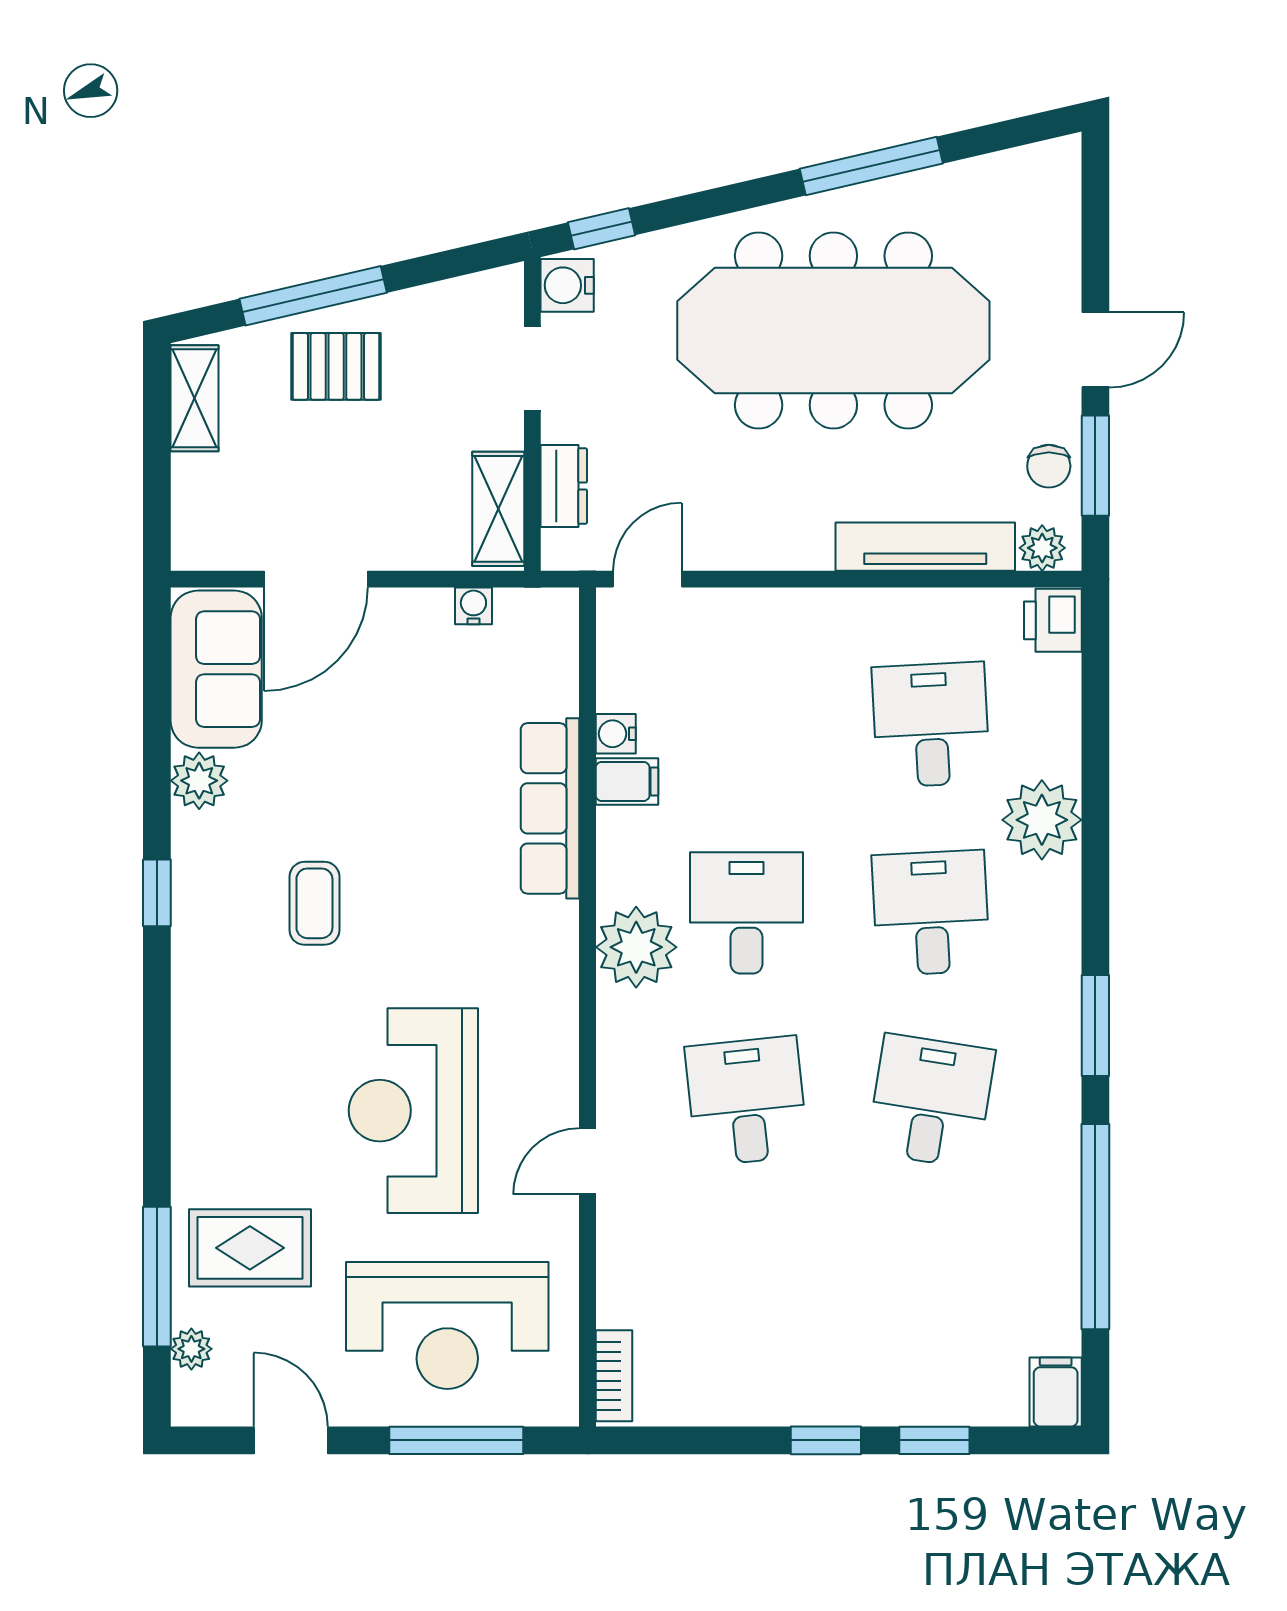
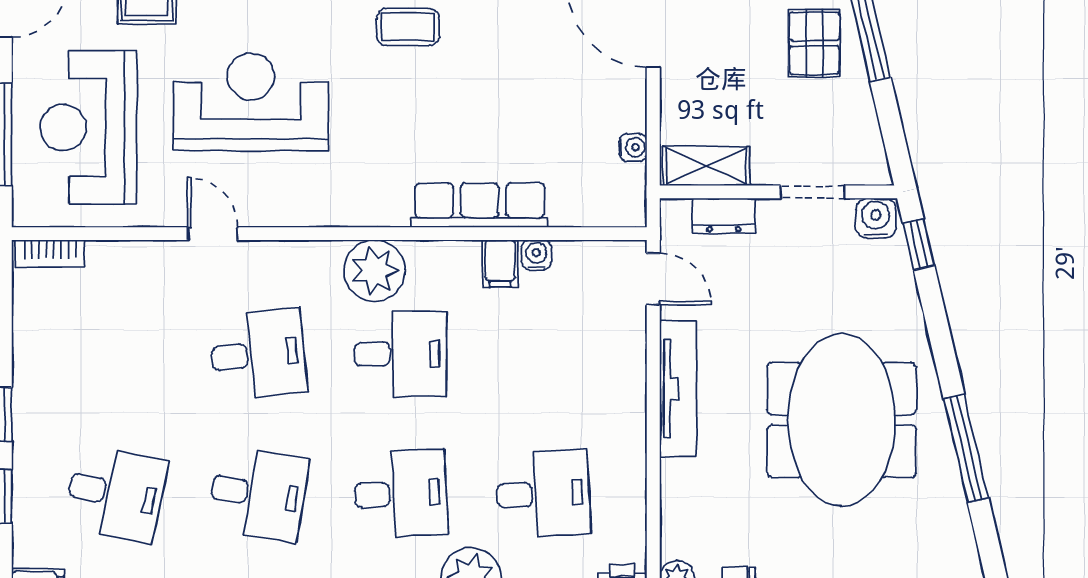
meeting table: (833, 330) -> (842, 420), width x0.73
tv unit: (925, 547) -> (678, 389), moved
desk: (931, 1289) -> (116, 494), added

